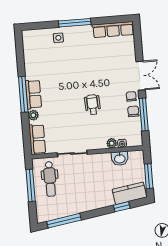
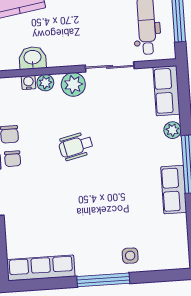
row of seats: (33, 94) -> (174, 190), moved
wheelchair: (92, 105) -> (76, 146), turned 80
plant: (94, 142) -> (73, 84), added

